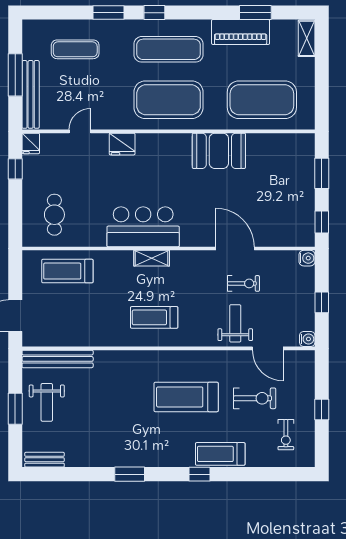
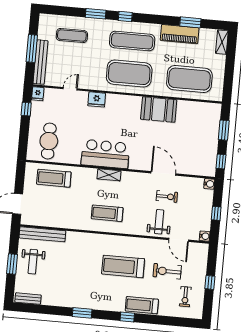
cafe table: (54, 215) -> (49, 141), width x1.37, depth x1.35
exercise bike: (255, 398) -> (167, 271), turned 180

